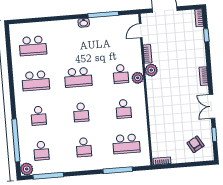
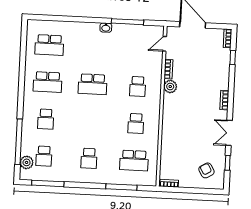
plant: (138, 78) -> (155, 93), removed
school desk: (81, 112) -> (91, 121), removed
plant: (27, 169) -> (27, 162), moved

